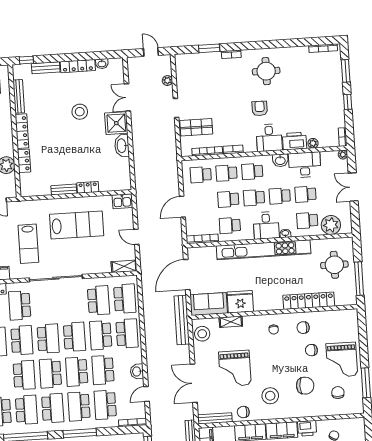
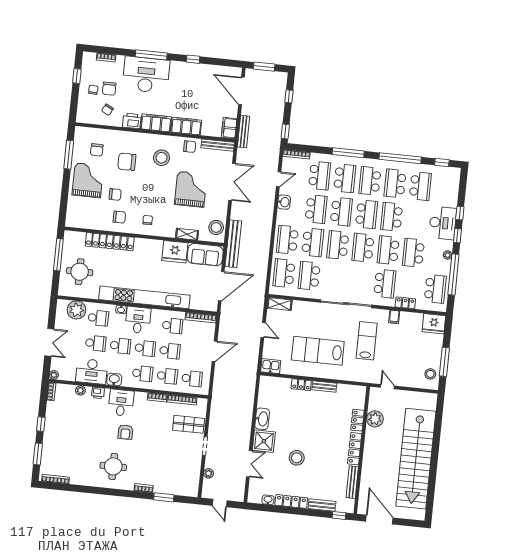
printer: (294, 141) -> (98, 393), width x0.53, depth x0.68

